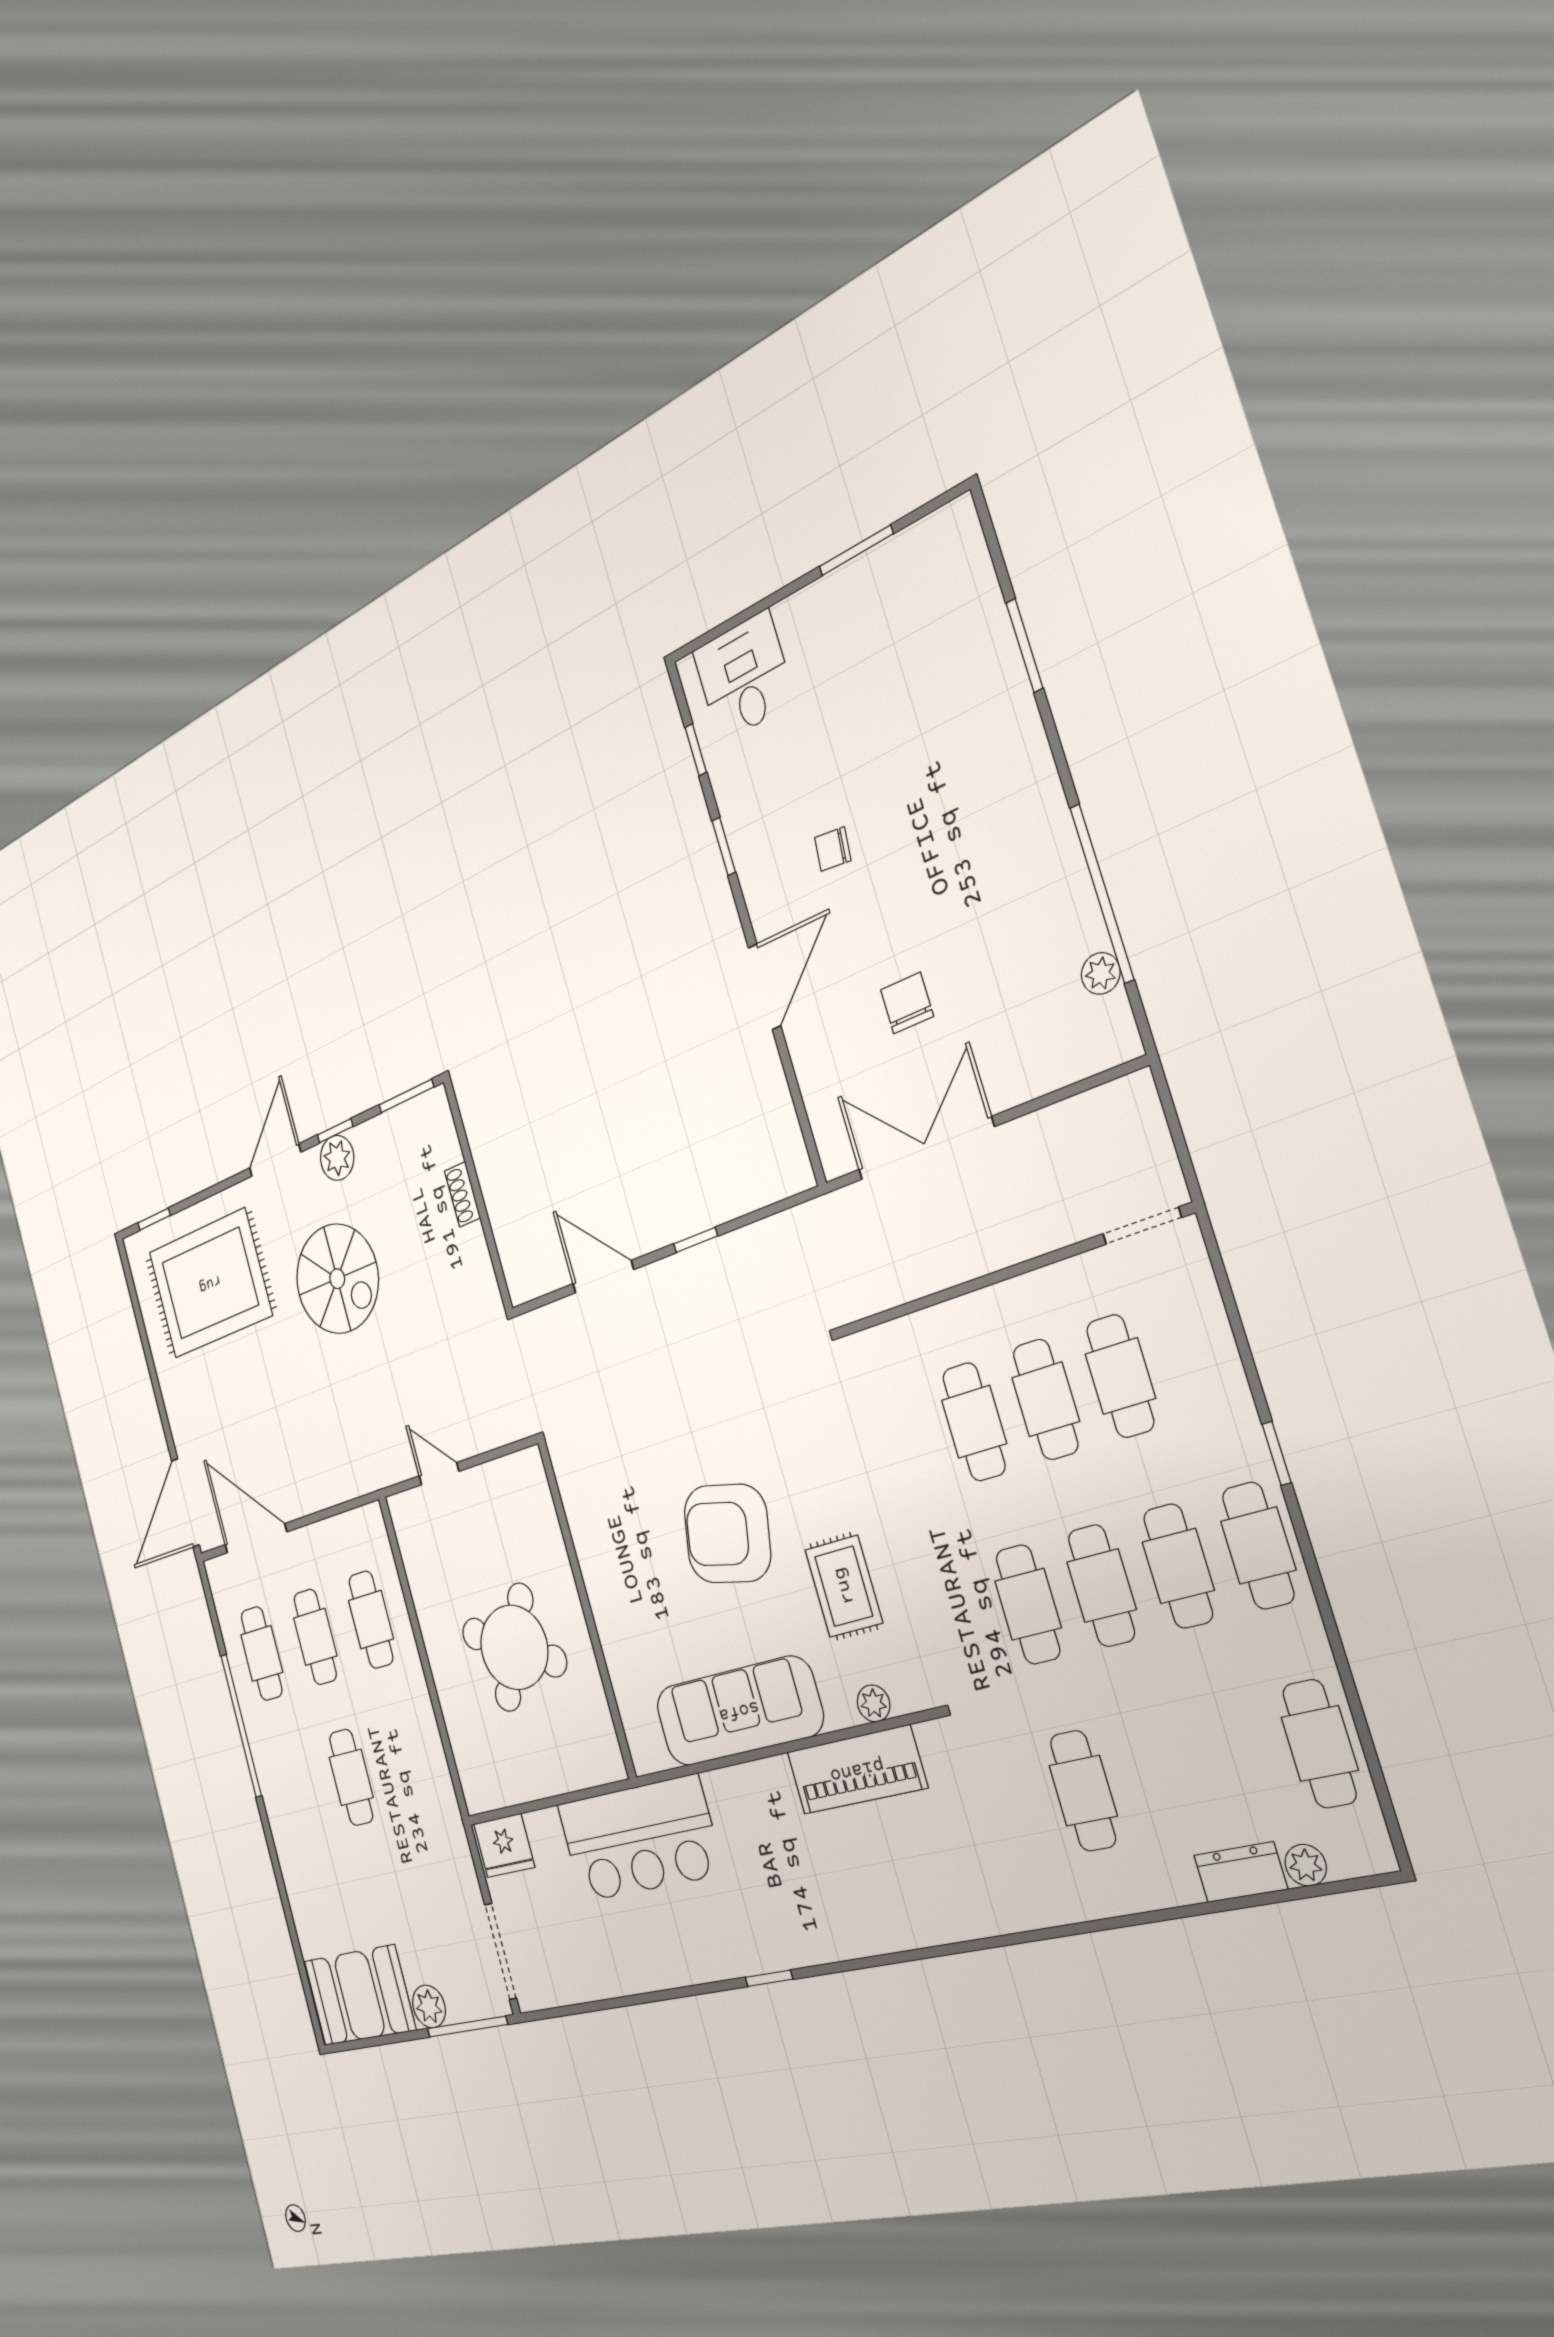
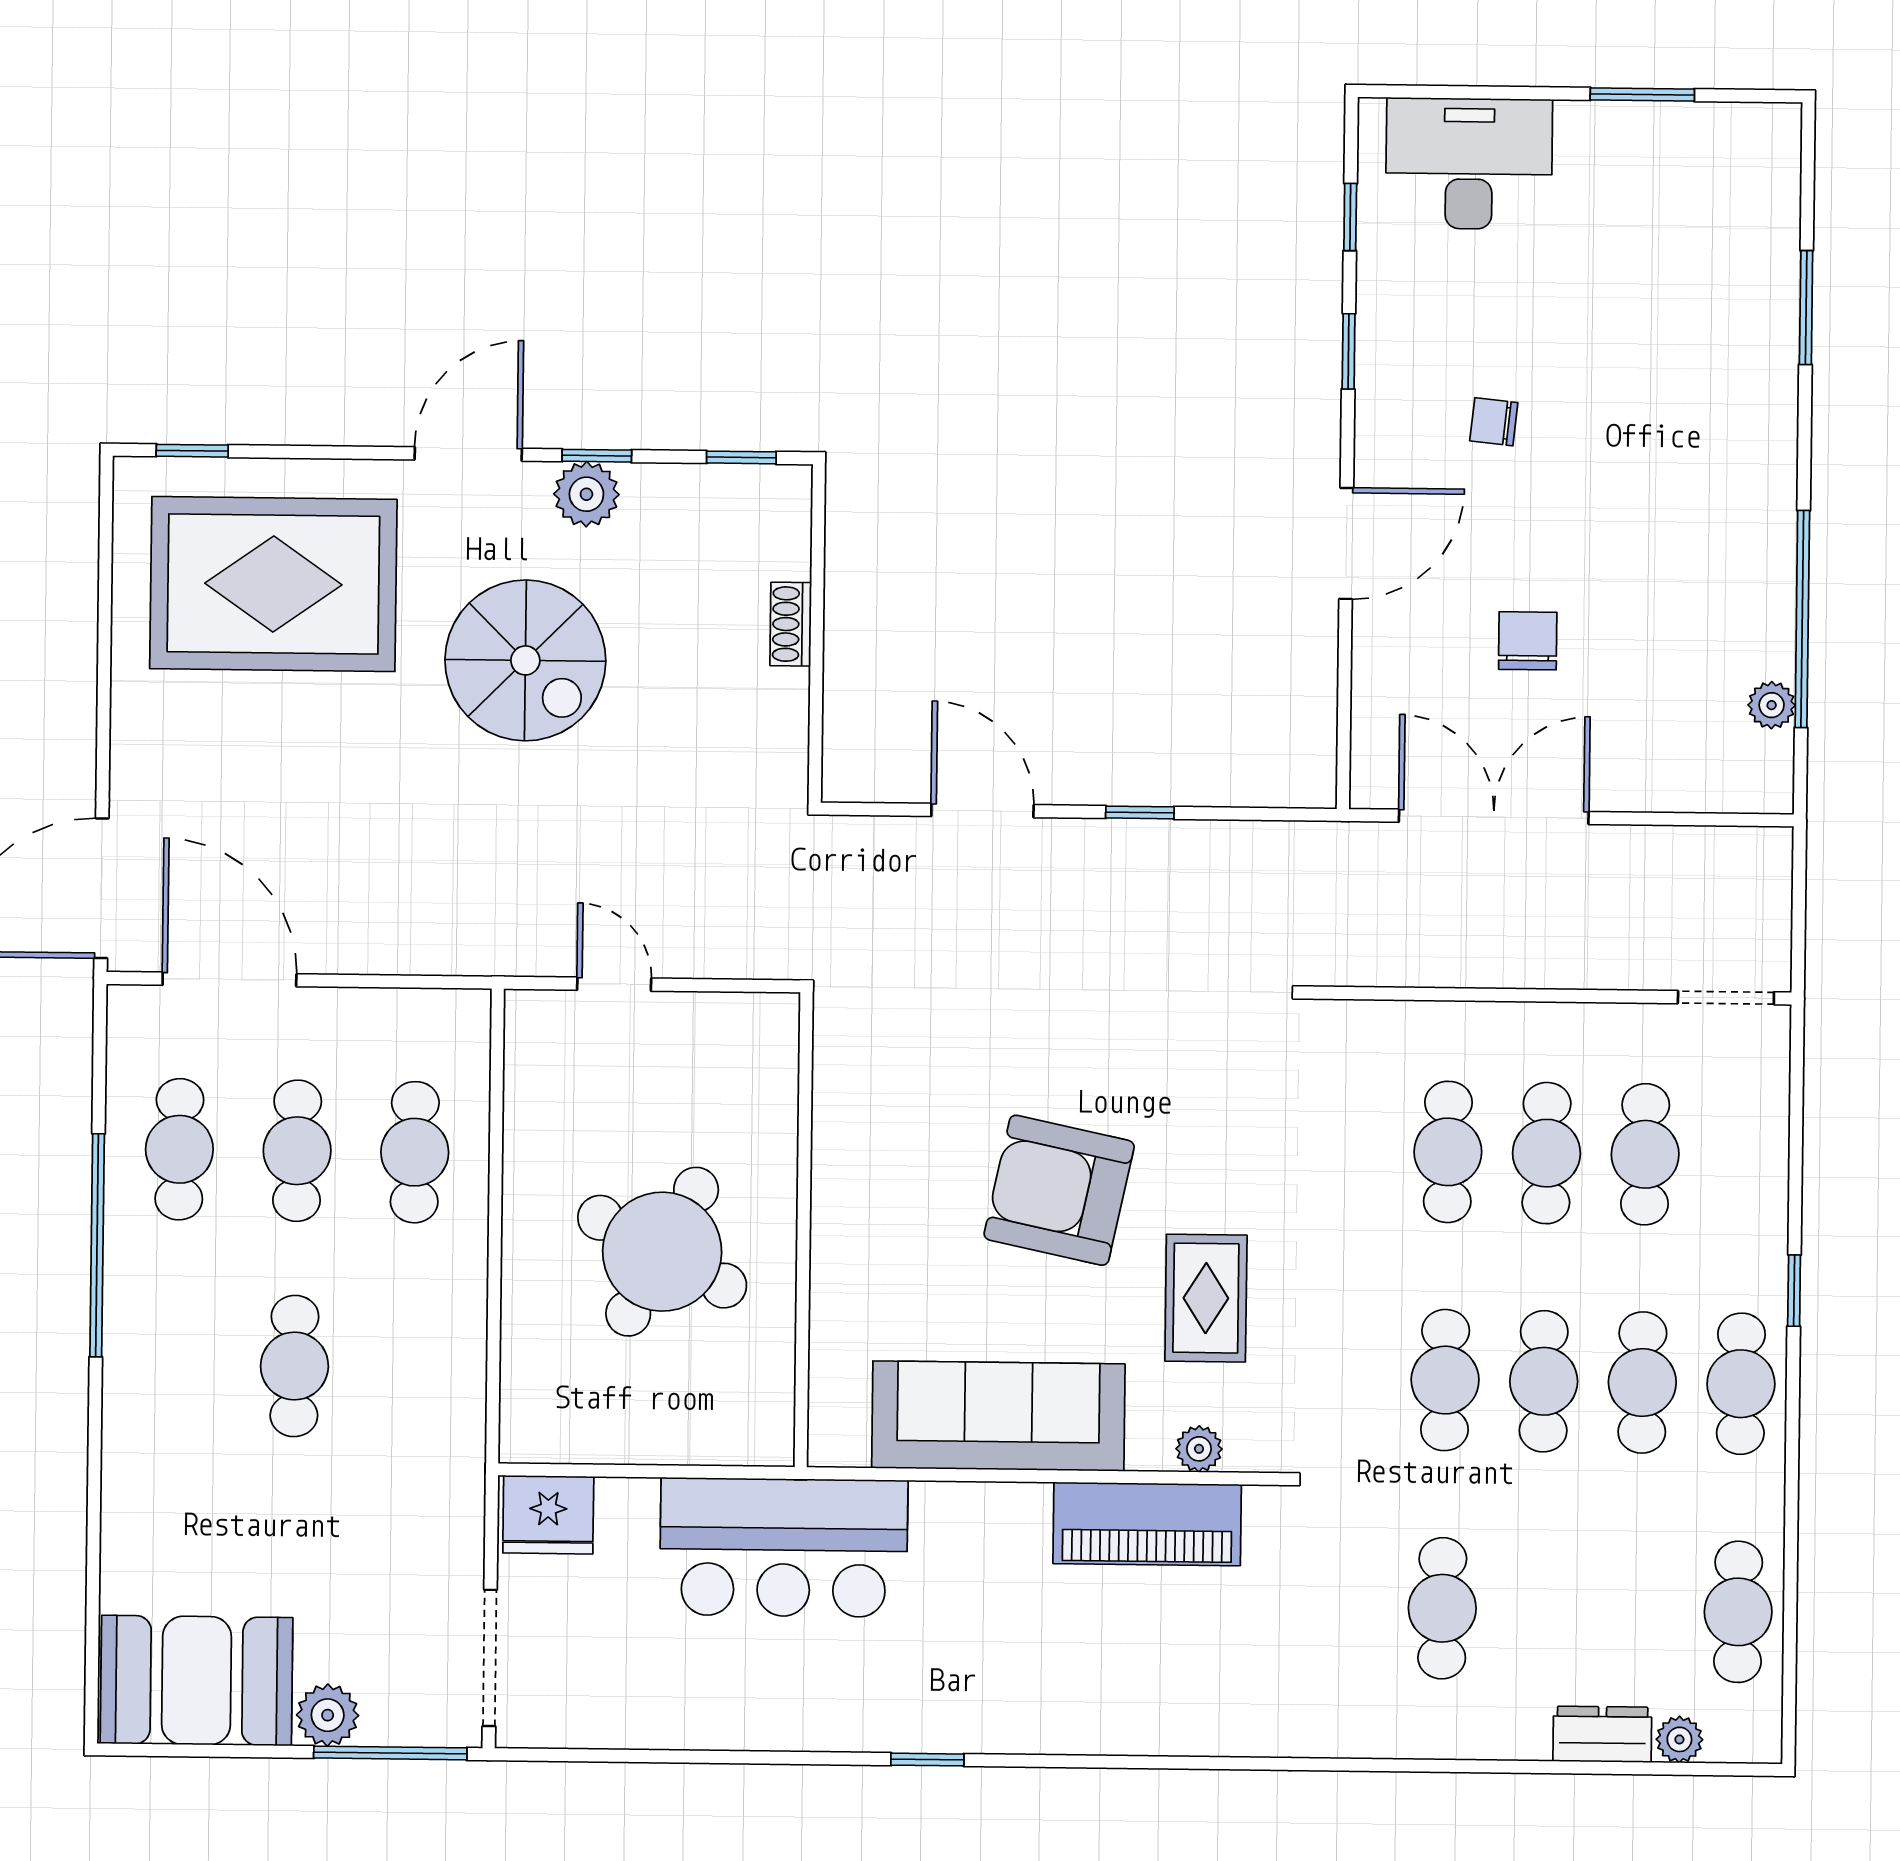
desk: (744, 677) -> (1469, 163), width x1.37
window: (406, 1096) -> (741, 457), width x0.67

